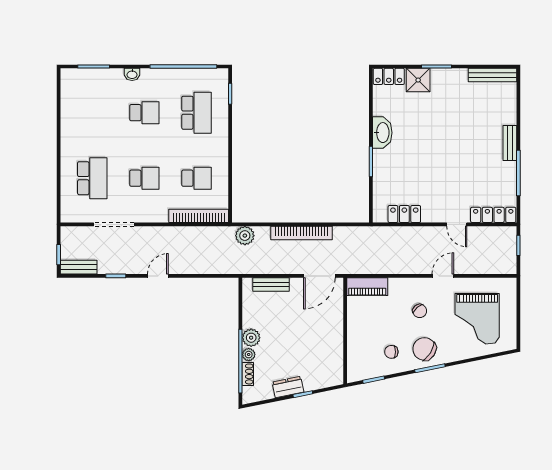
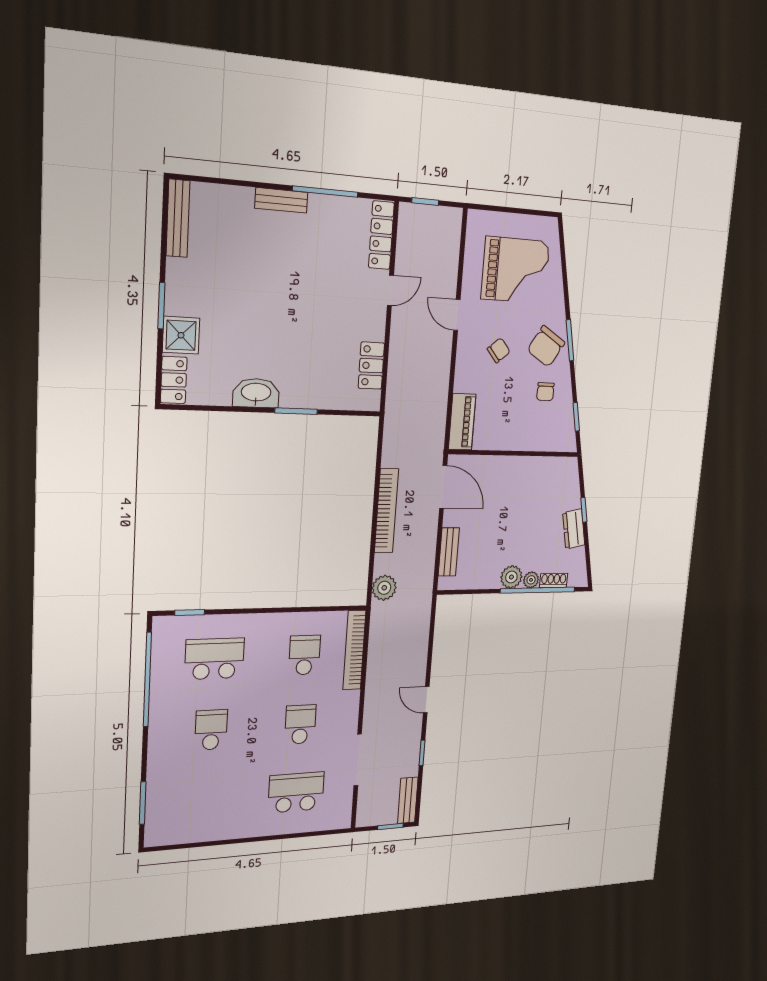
washbasin: (132, 74) -> (156, 750), removed

